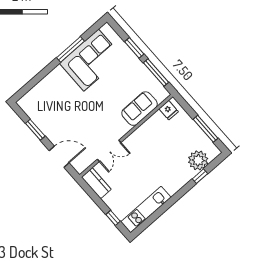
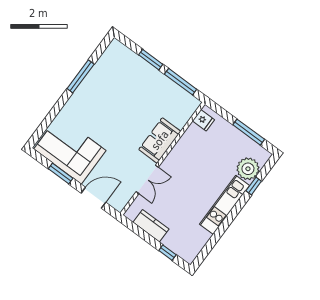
corner sofa: (91, 60) -> (70, 150), moved, turned -90
sofa: (140, 109) -> (160, 140), moved
kitchen counter: (96, 183) -> (151, 226), moved
kitchen unit: (146, 210) -> (225, 205), moved

